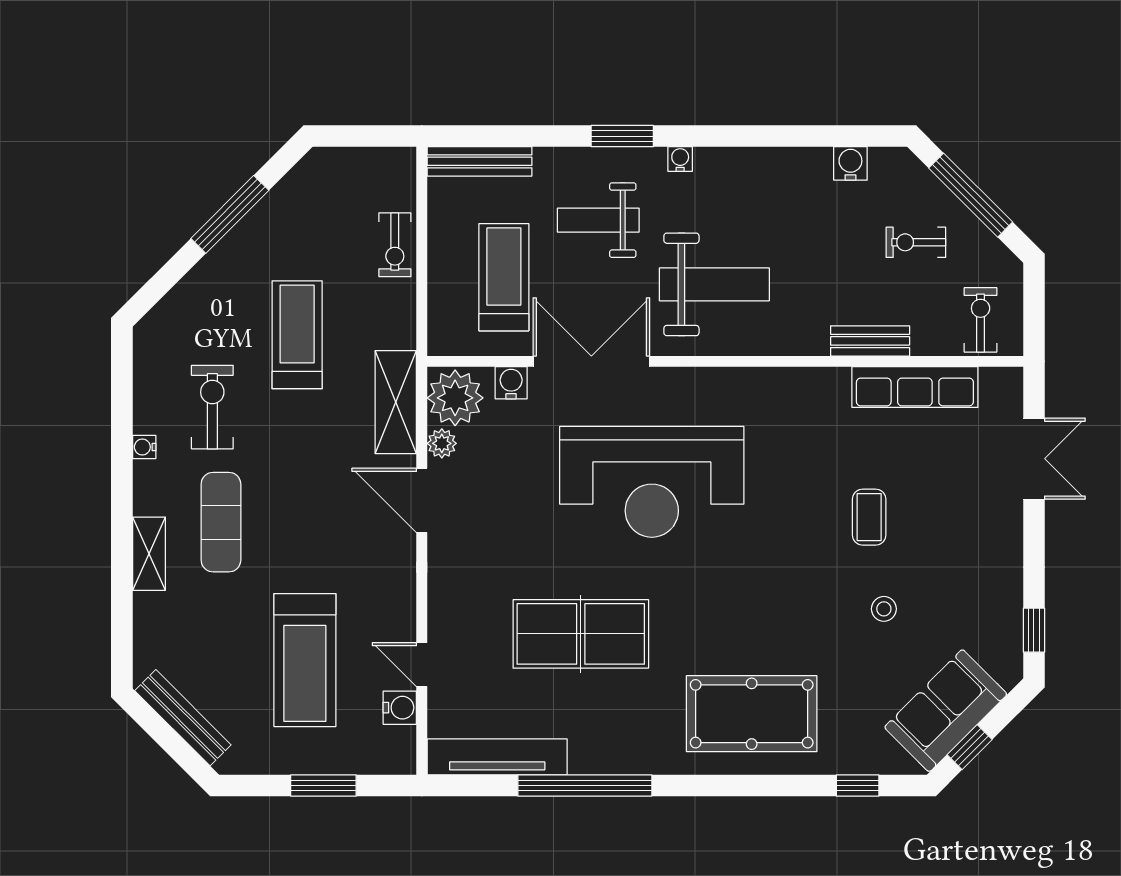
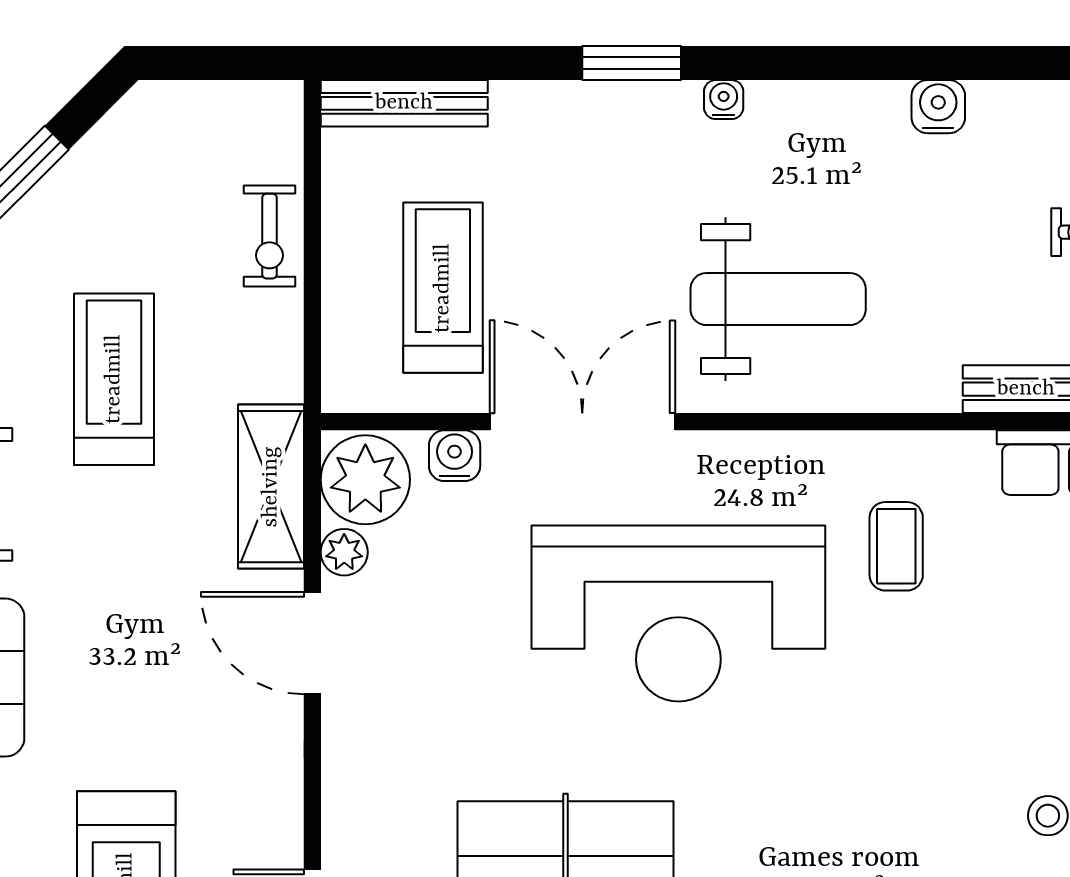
water cooler: (850, 163) -> (938, 107), moved
weight bench: (598, 220) -> (593, 197), removed
coffee table: (869, 517) -> (896, 546), moved

